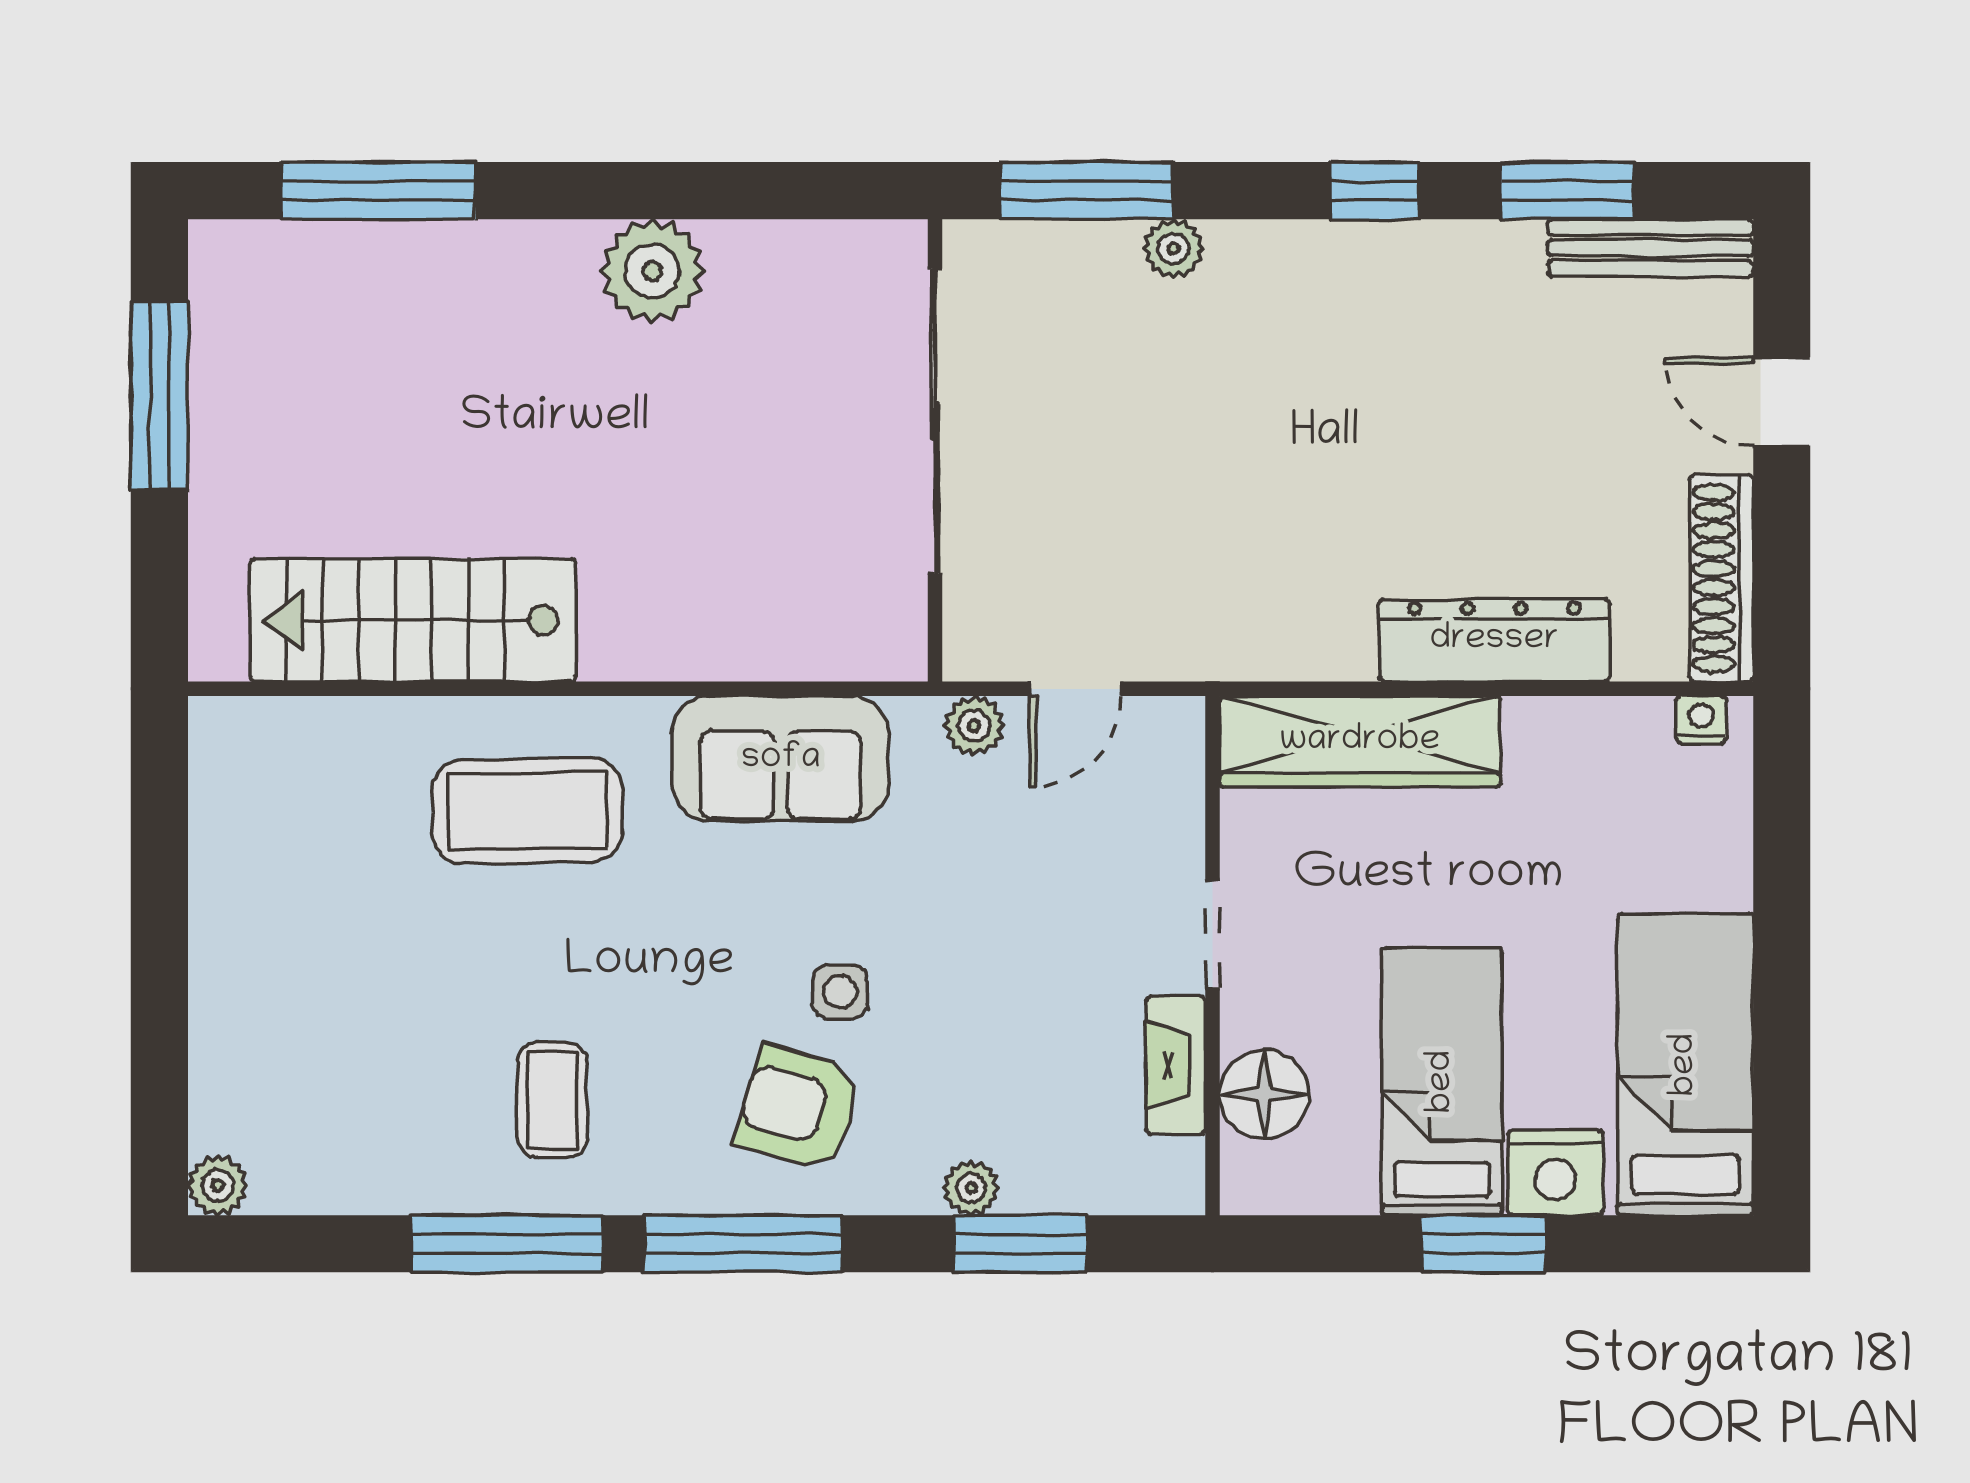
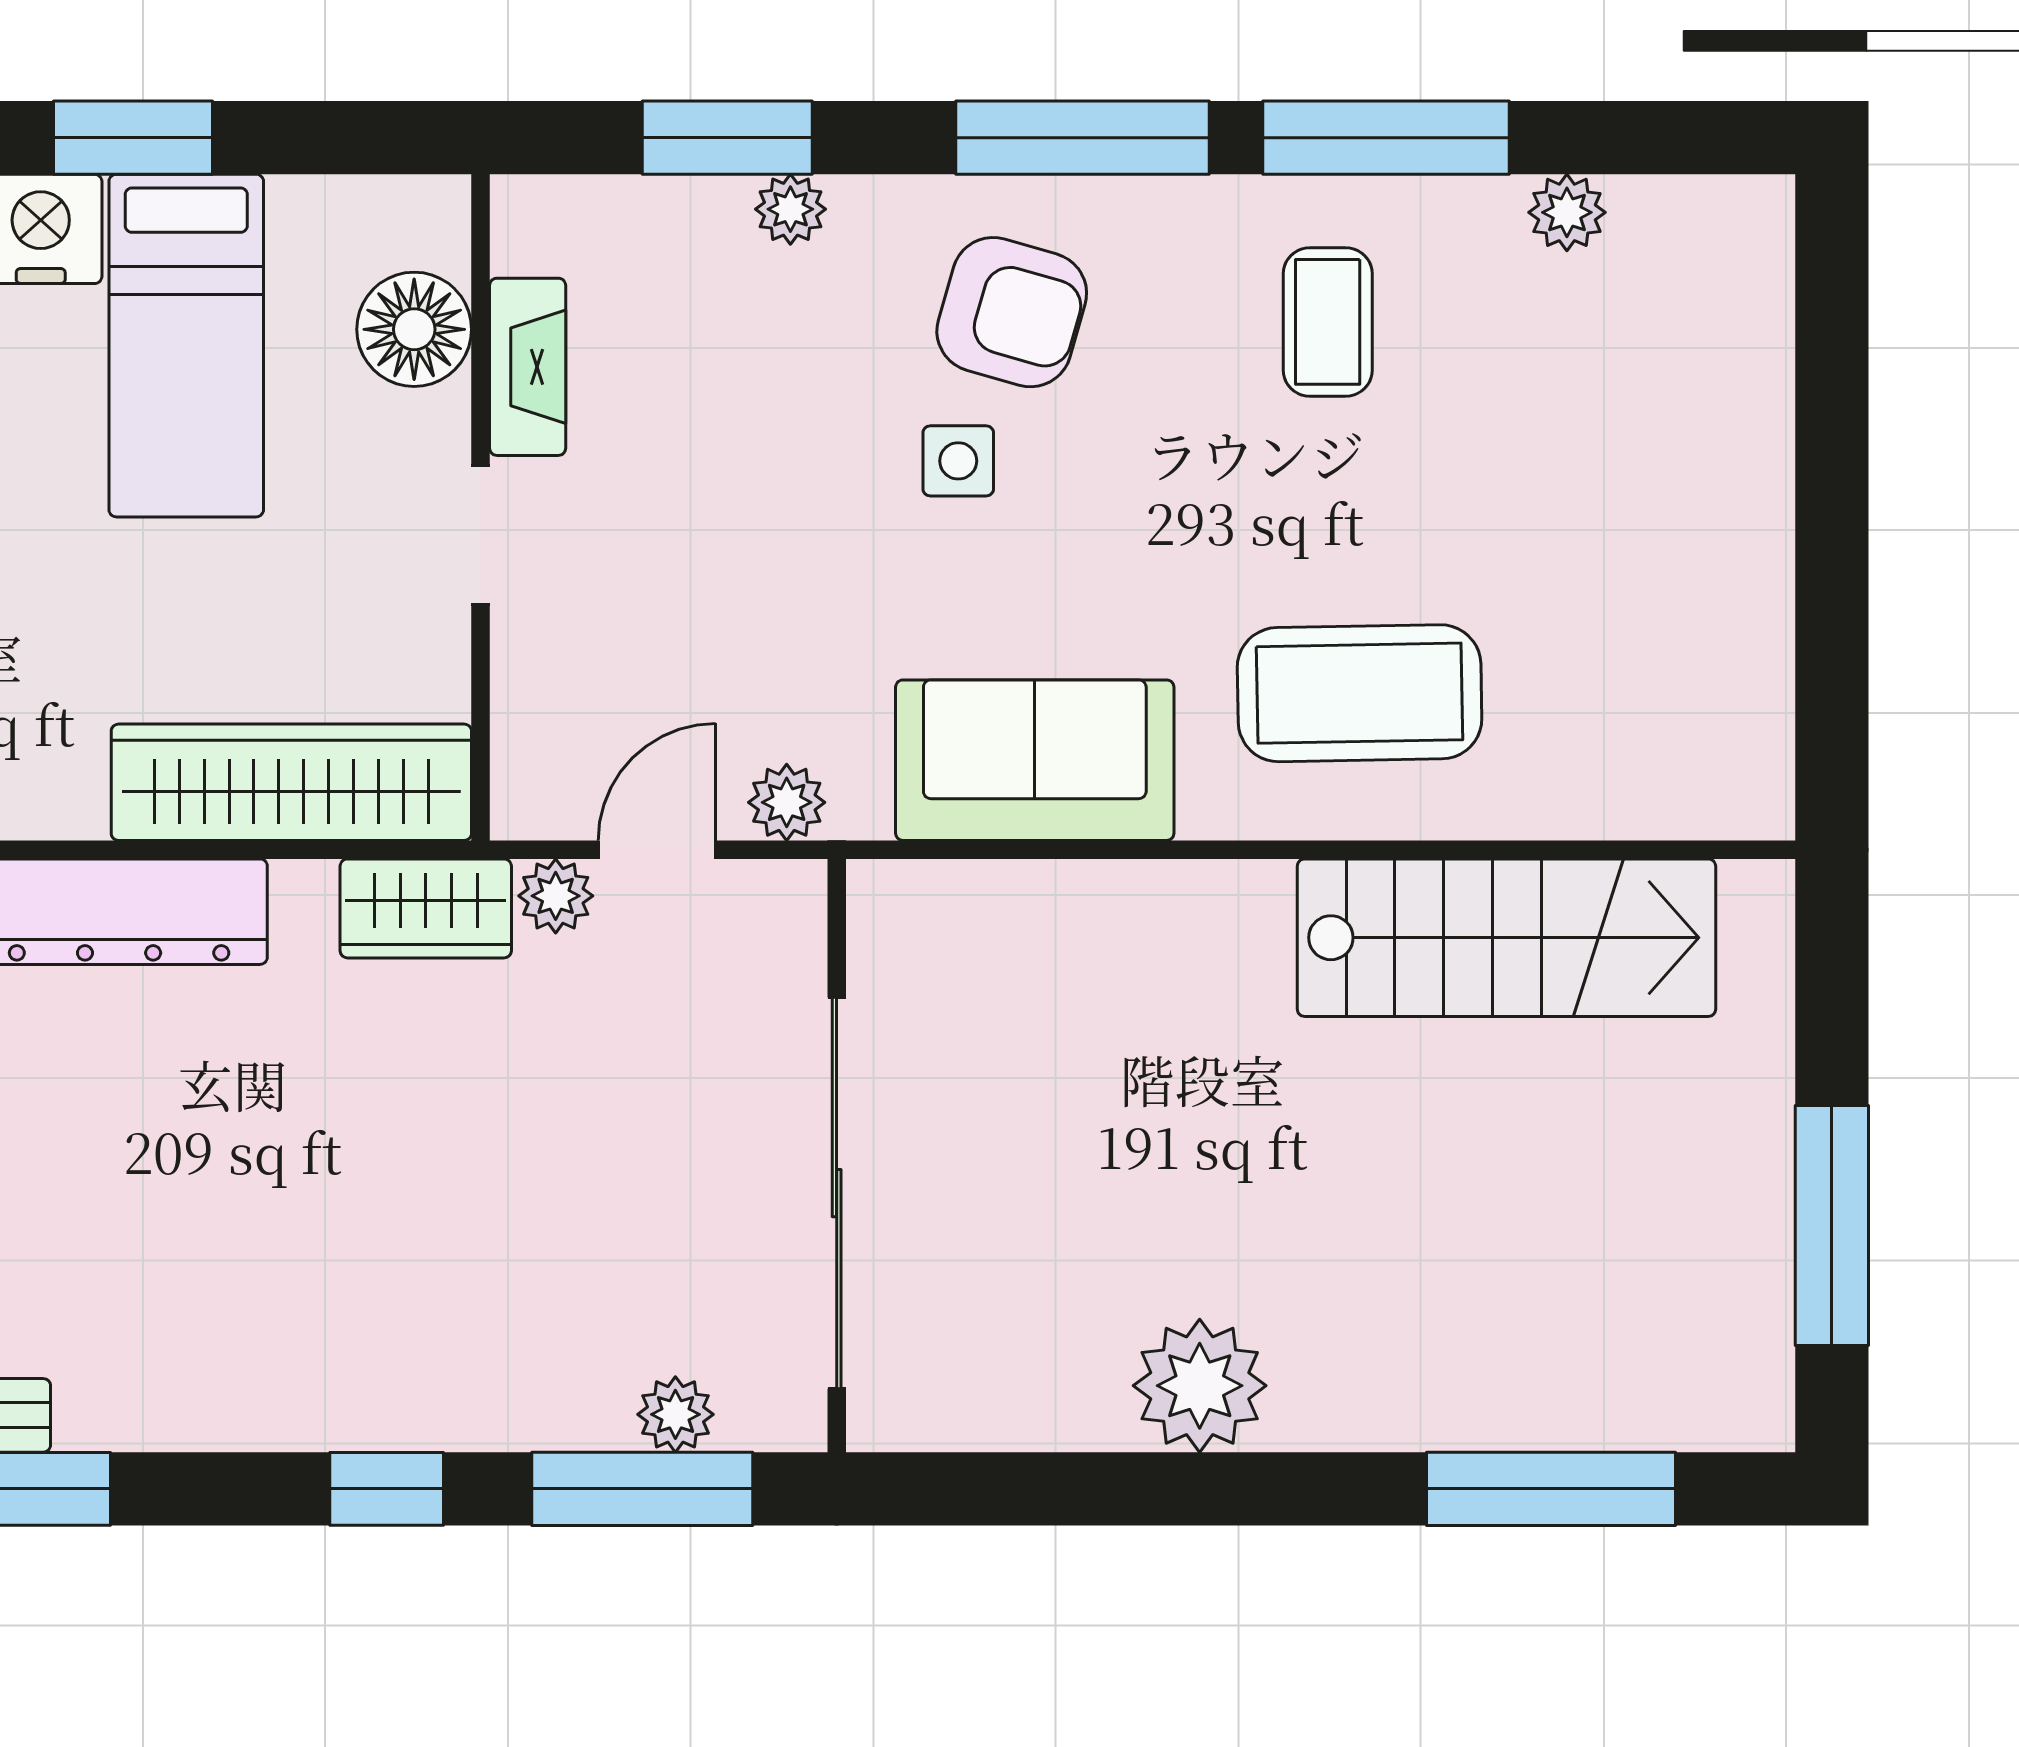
window: (1374, 191) -> (387, 1489), moved
plant: (1173, 249) -> (675, 1414), moved
wardrobe: (1255, 643) -> (426, 908), added
plant: (1154, 653) -> (556, 896), added
plant: (218, 1185) -> (1567, 212), moved

